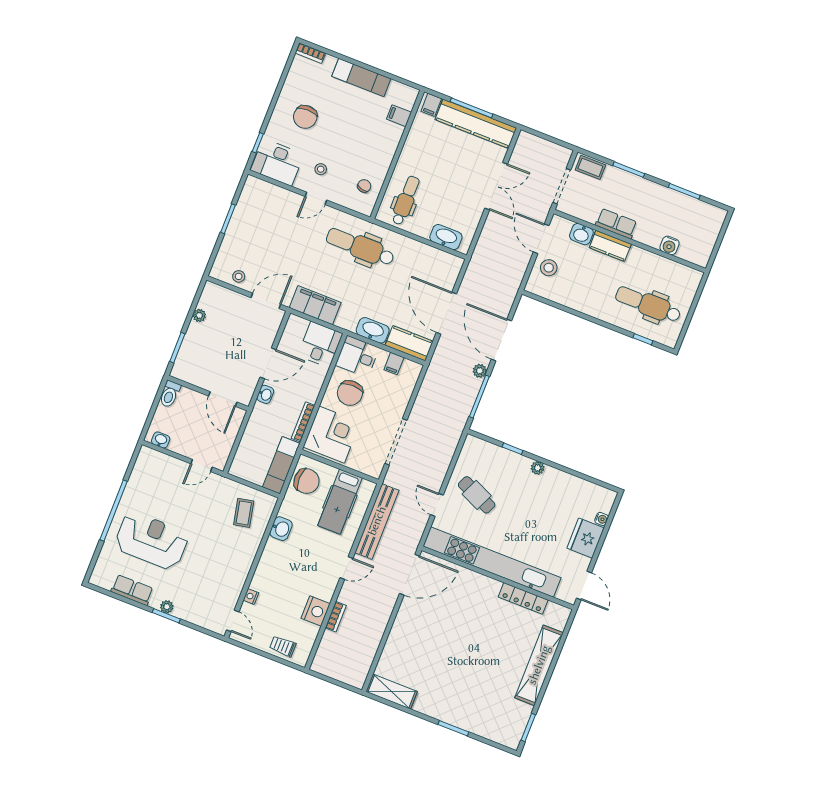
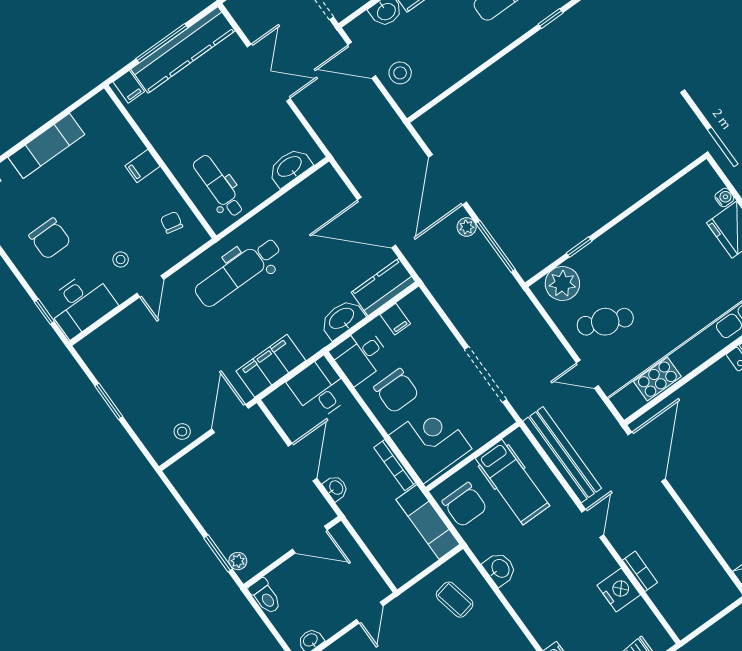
filing cabinet: (399, 116) -> (142, 166), moved
plant: (199, 315) -> (238, 561), moved
door: (501, 340) -> (448, 180), hinge flipped
plant: (538, 468) -> (562, 283), moved, width x1.88, depth x1.88
chair: (307, 481) -> (465, 505), turned 90

